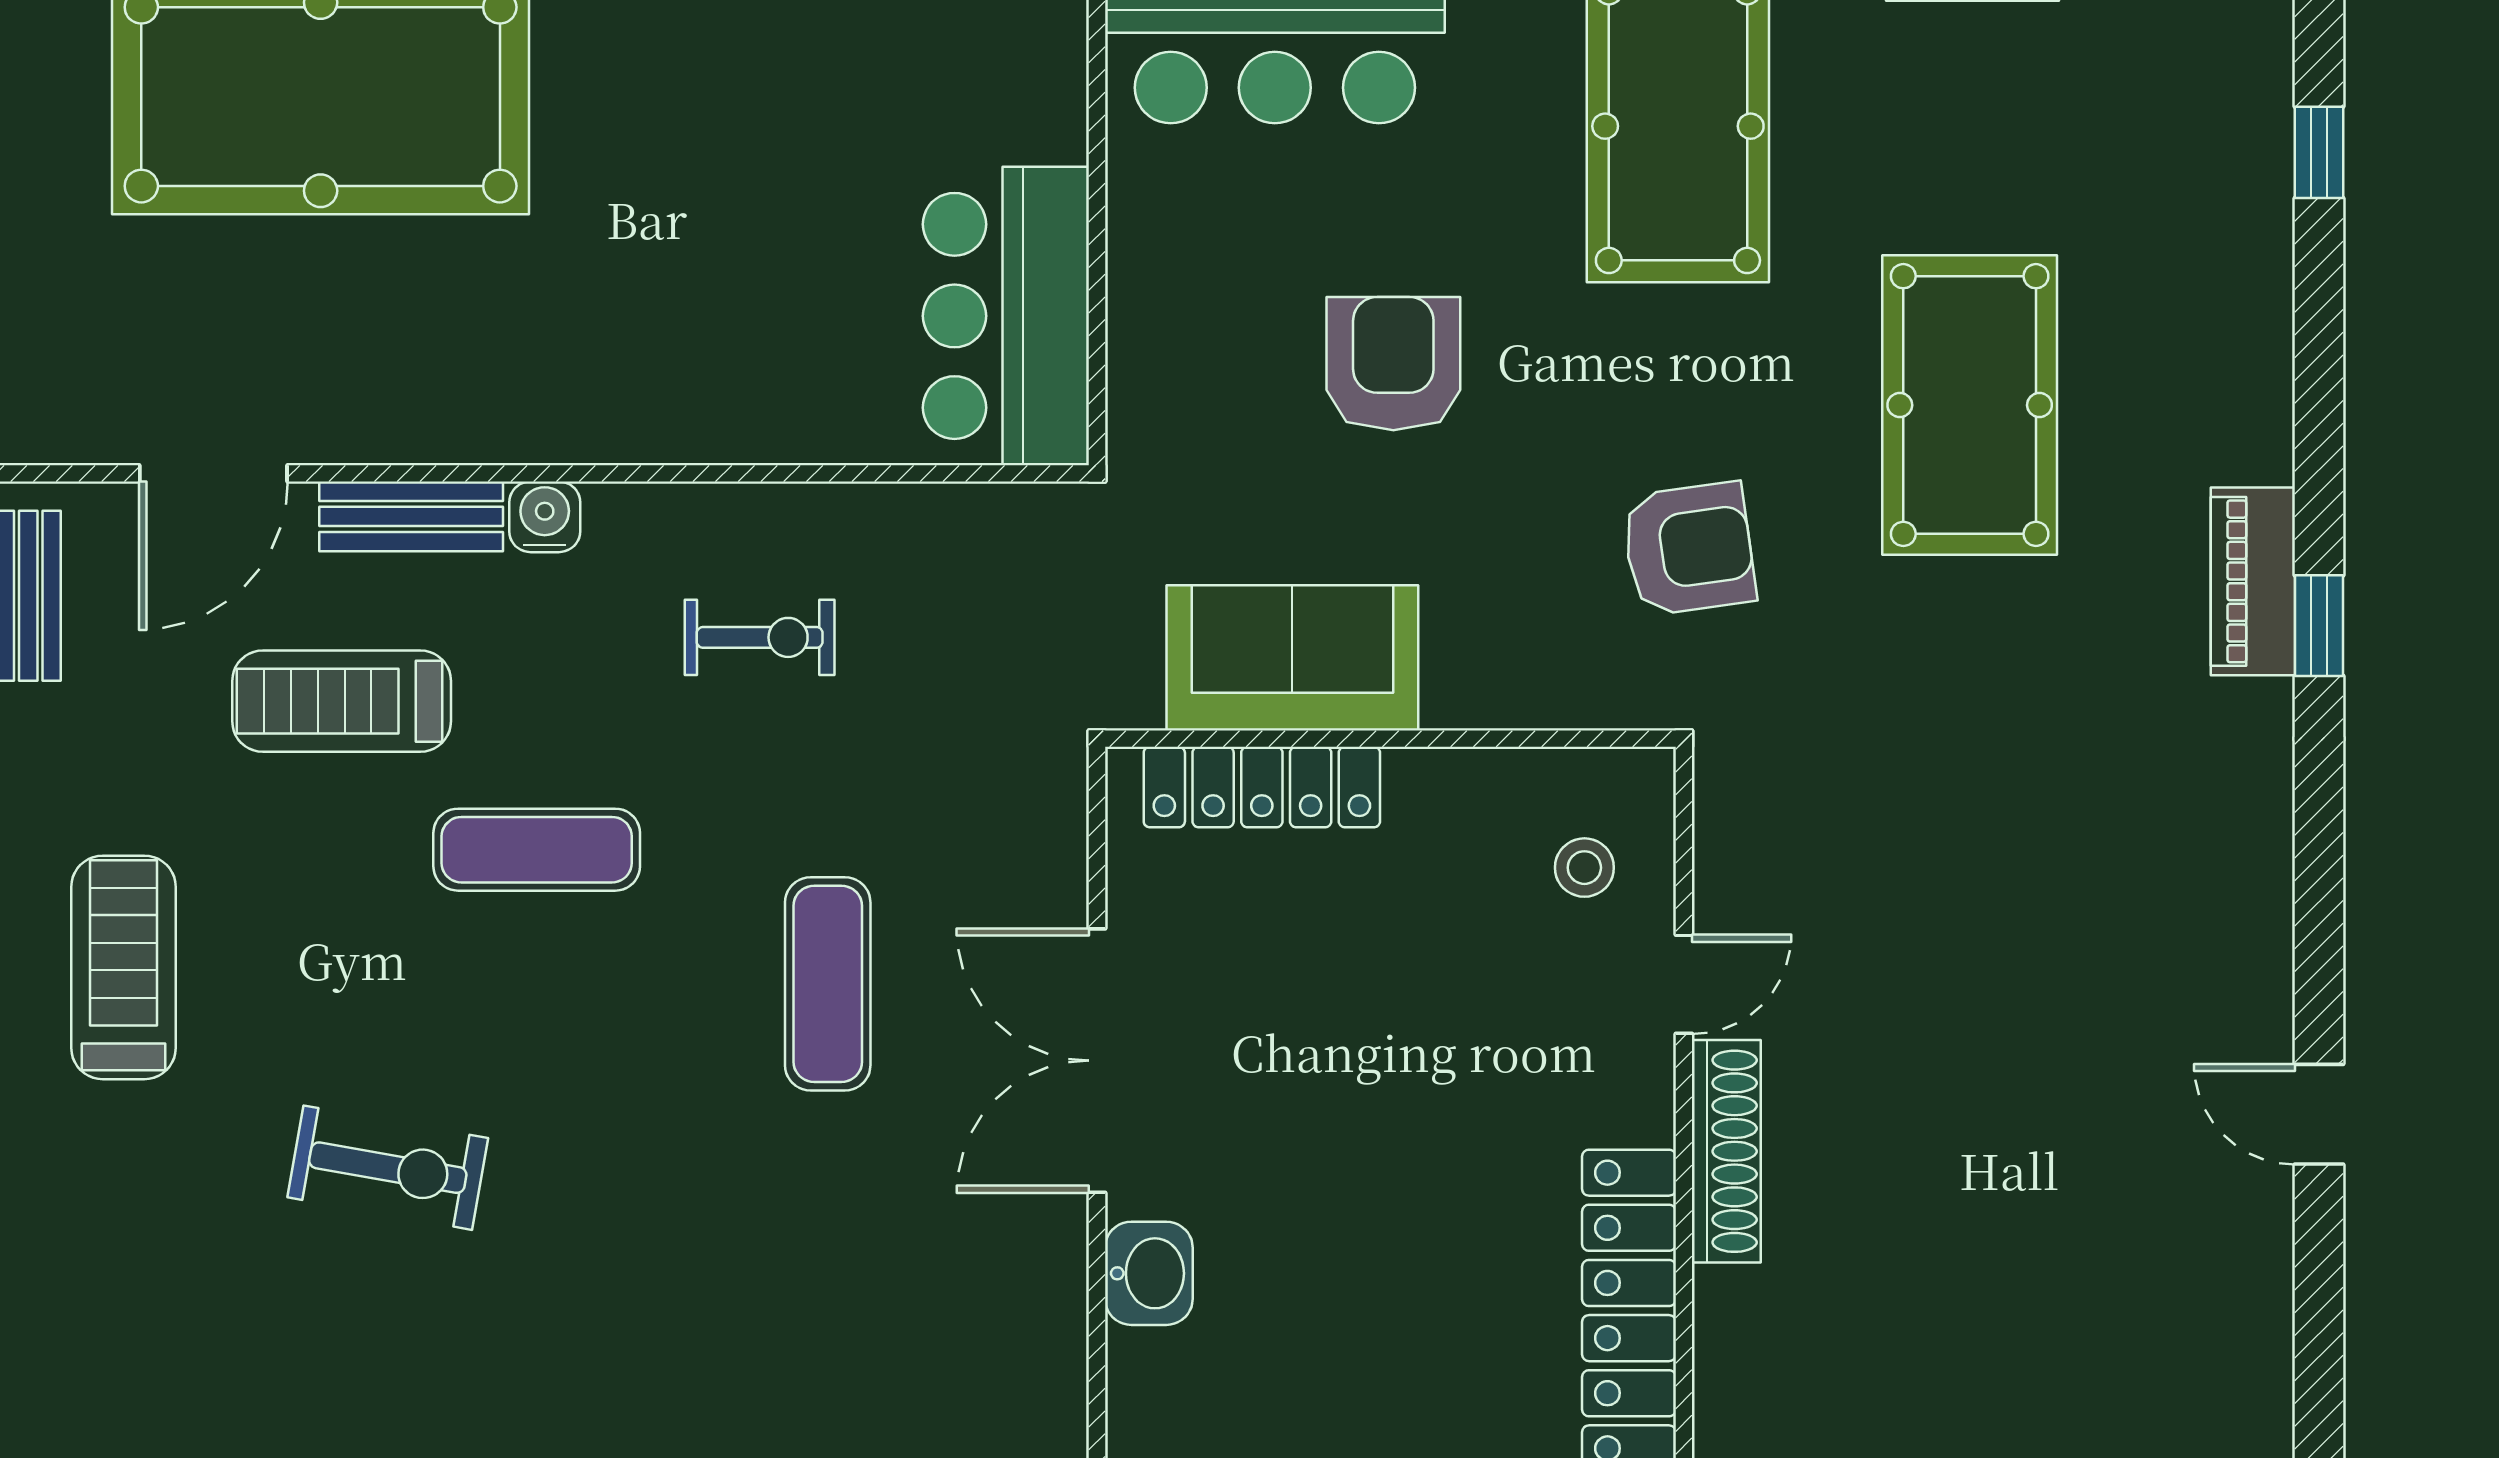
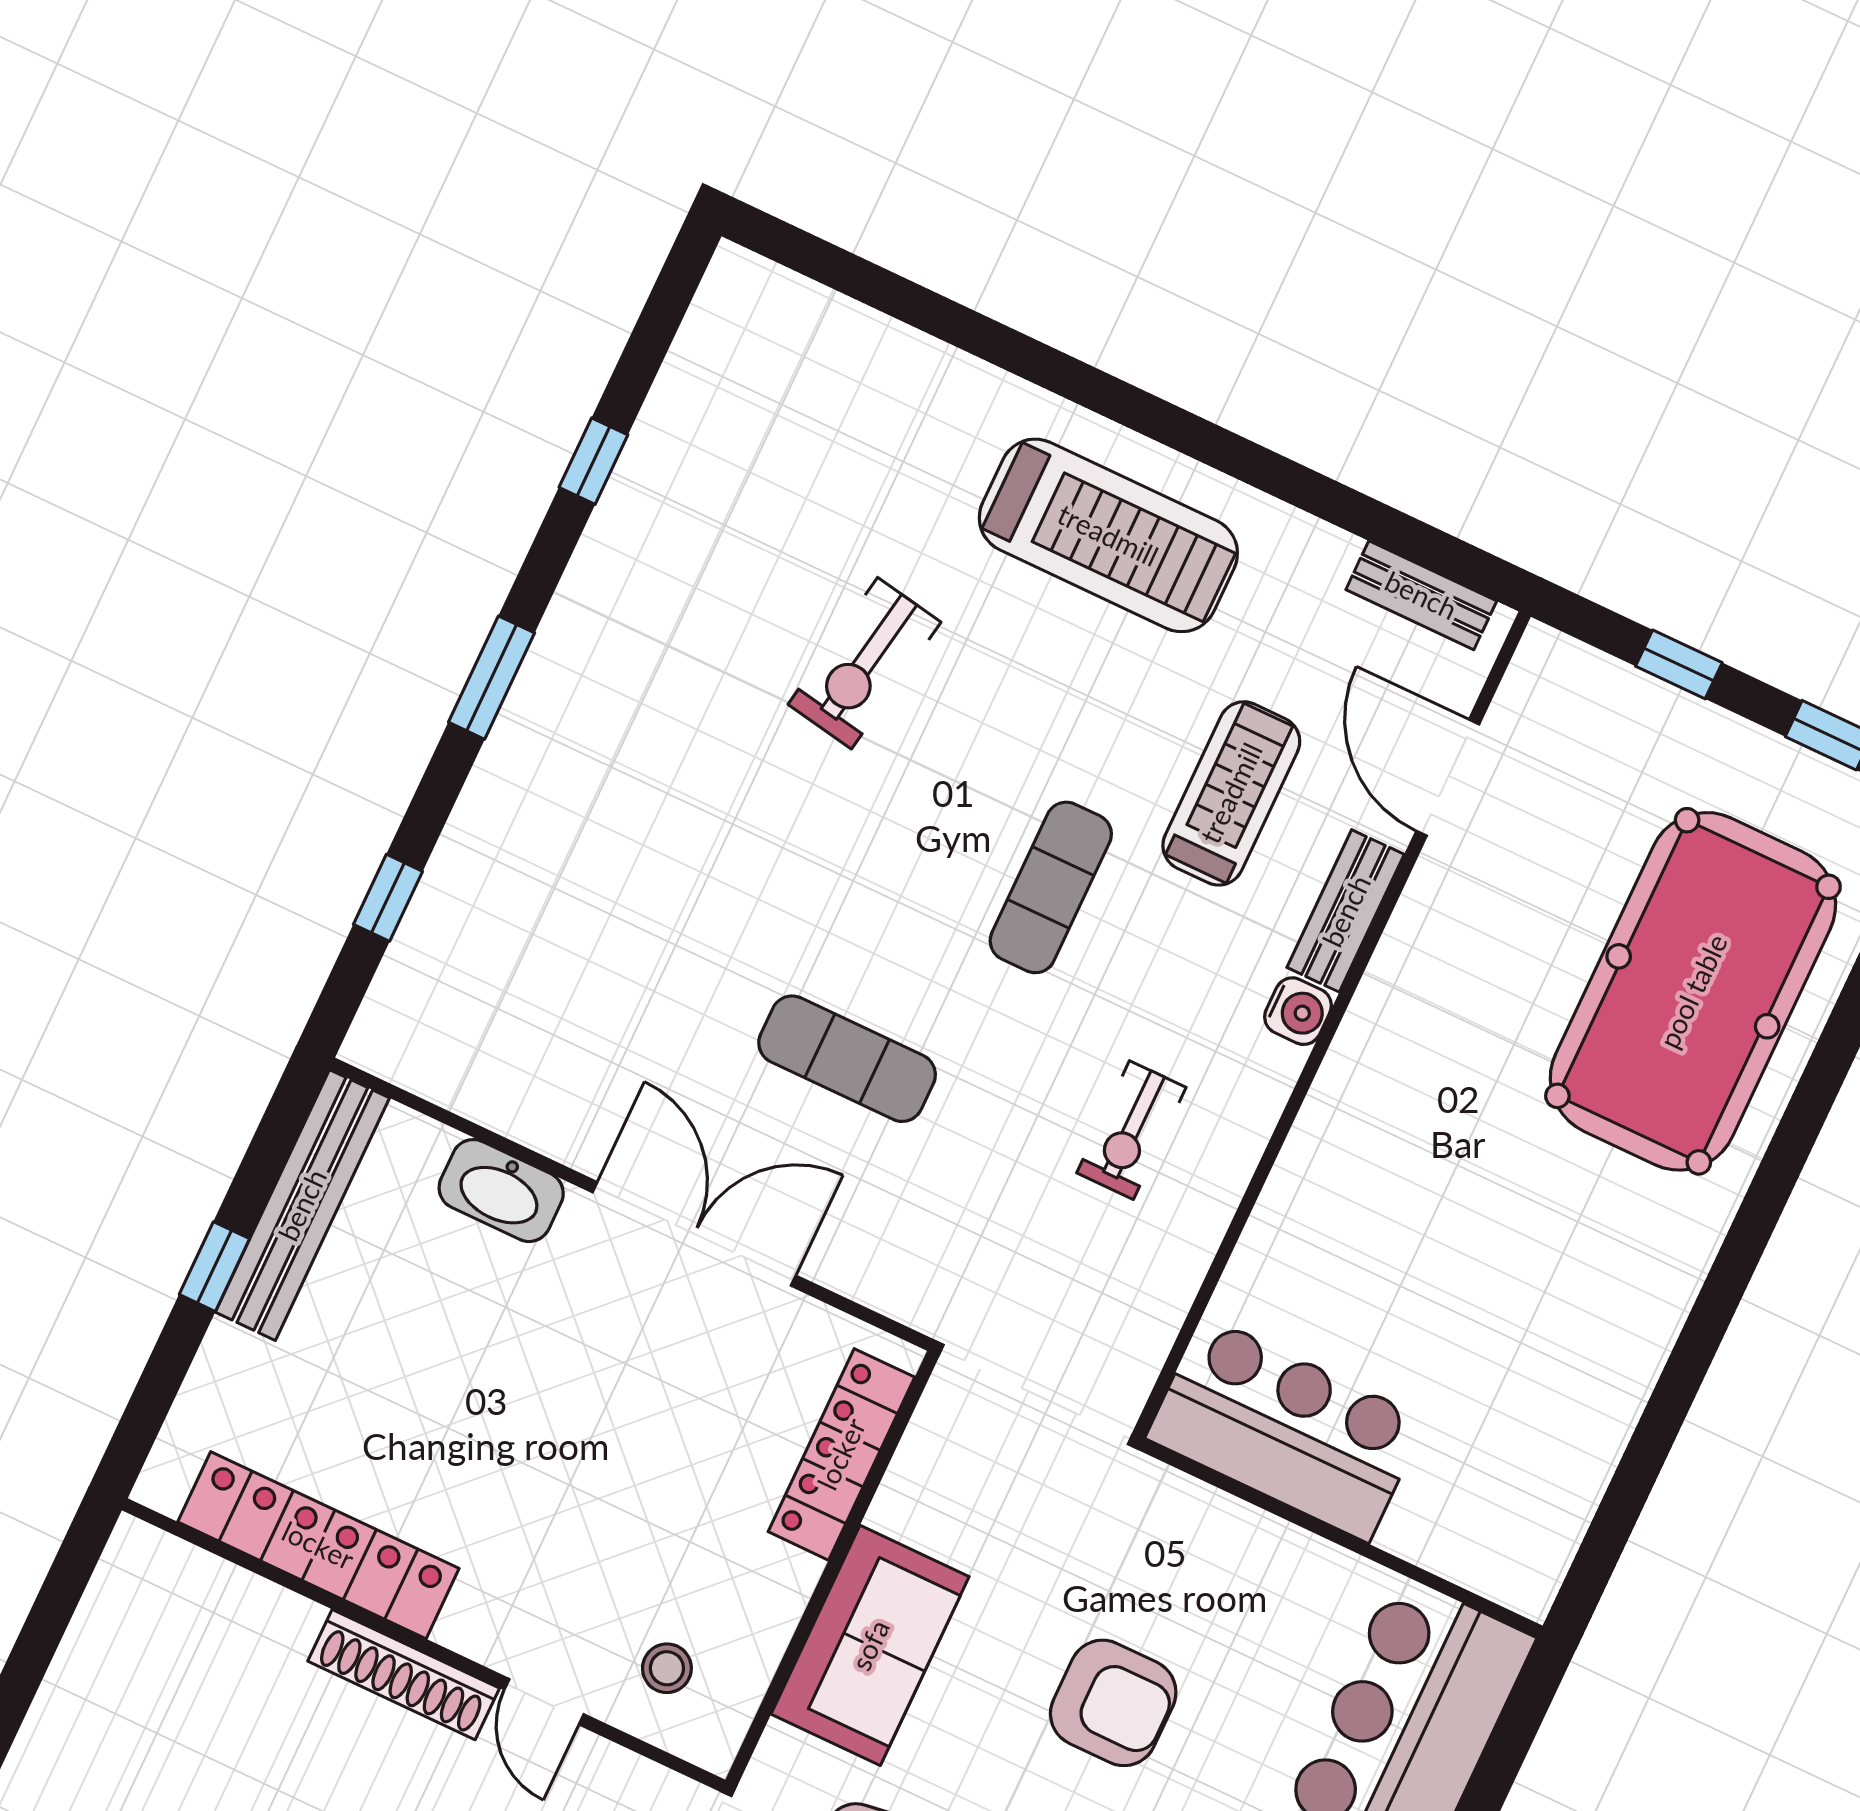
sofa: (1292, 658) -> (870, 1645), moved
treadmill: (124, 967) -> (1108, 535), width x1.37, depth x1.38
washbasin: (1149, 1273) -> (501, 1191), width x1.38

